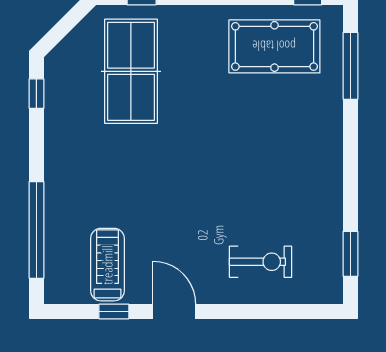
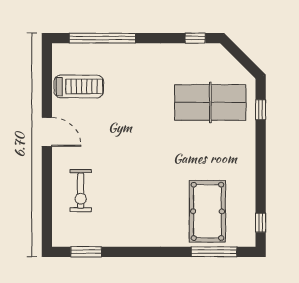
pool table: (274, 46) -> (207, 211), moved
window: (114, 311) -> (47, 91), removed
door: (174, 311) -> (47, 132), hinge flipped

